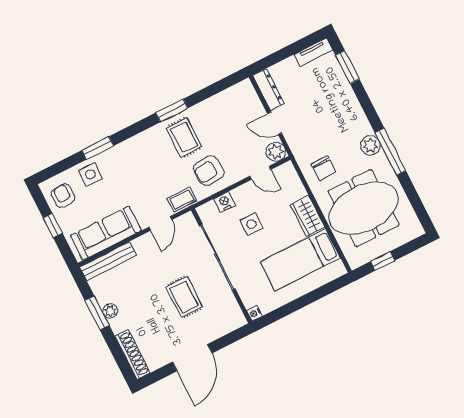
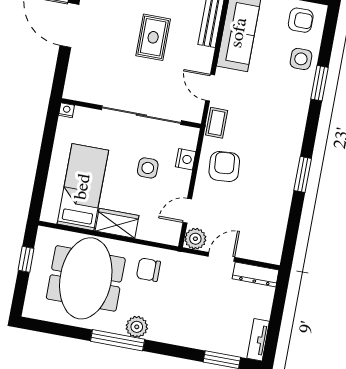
rug: (184, 137) -> (270, 167), removed
rug: (184, 297) -> (153, 37), moved, turned 90

